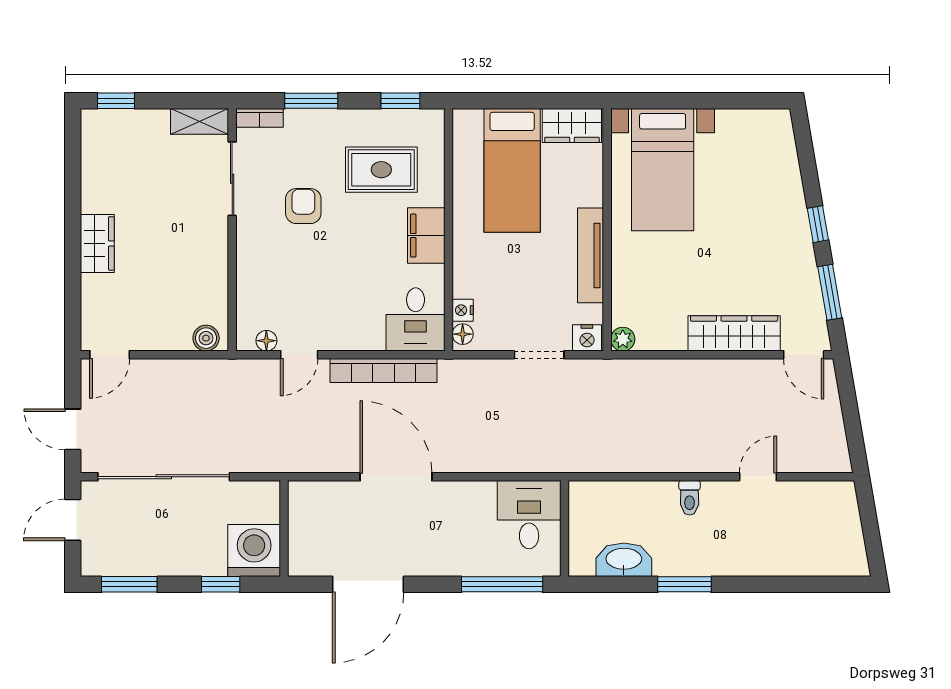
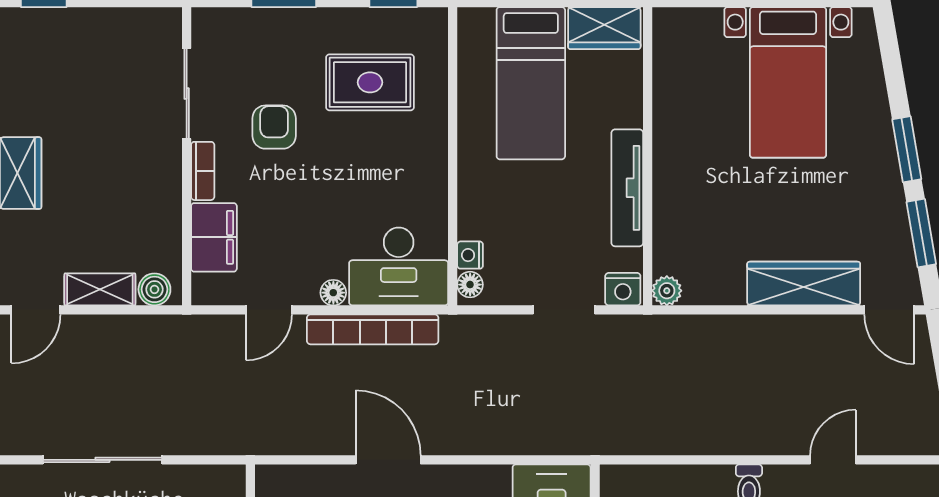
bookcase: (259, 118) -> (203, 171), moved, turned -90
shelving: (200, 121) -> (100, 289), moved
bed with nightstands: (663, 170) -> (788, 82), moved
window: (818, 224) -> (907, 149), width x1.50
filing cabinet: (426, 236) -> (214, 237), moved, turned 180
desk: (416, 319) -> (399, 266), width x1.37
floor lamp: (266, 341) -> (333, 293), moved
sliding door: (164, 477) -> (102, 460), width x0.73
door: (396, 477) -> (388, 460), width x0.73

